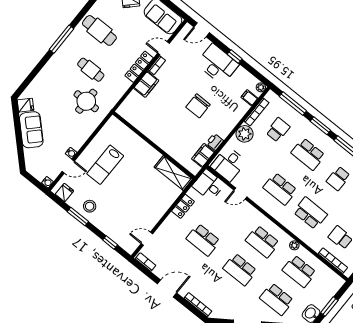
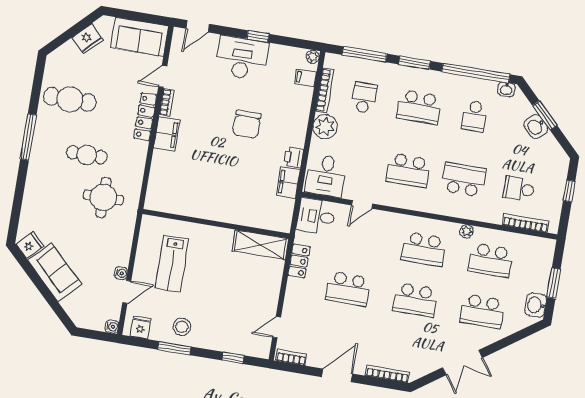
wall: (154, 145) -> (216, 224), moved
shelving: (173, 173) -> (260, 245), moved

